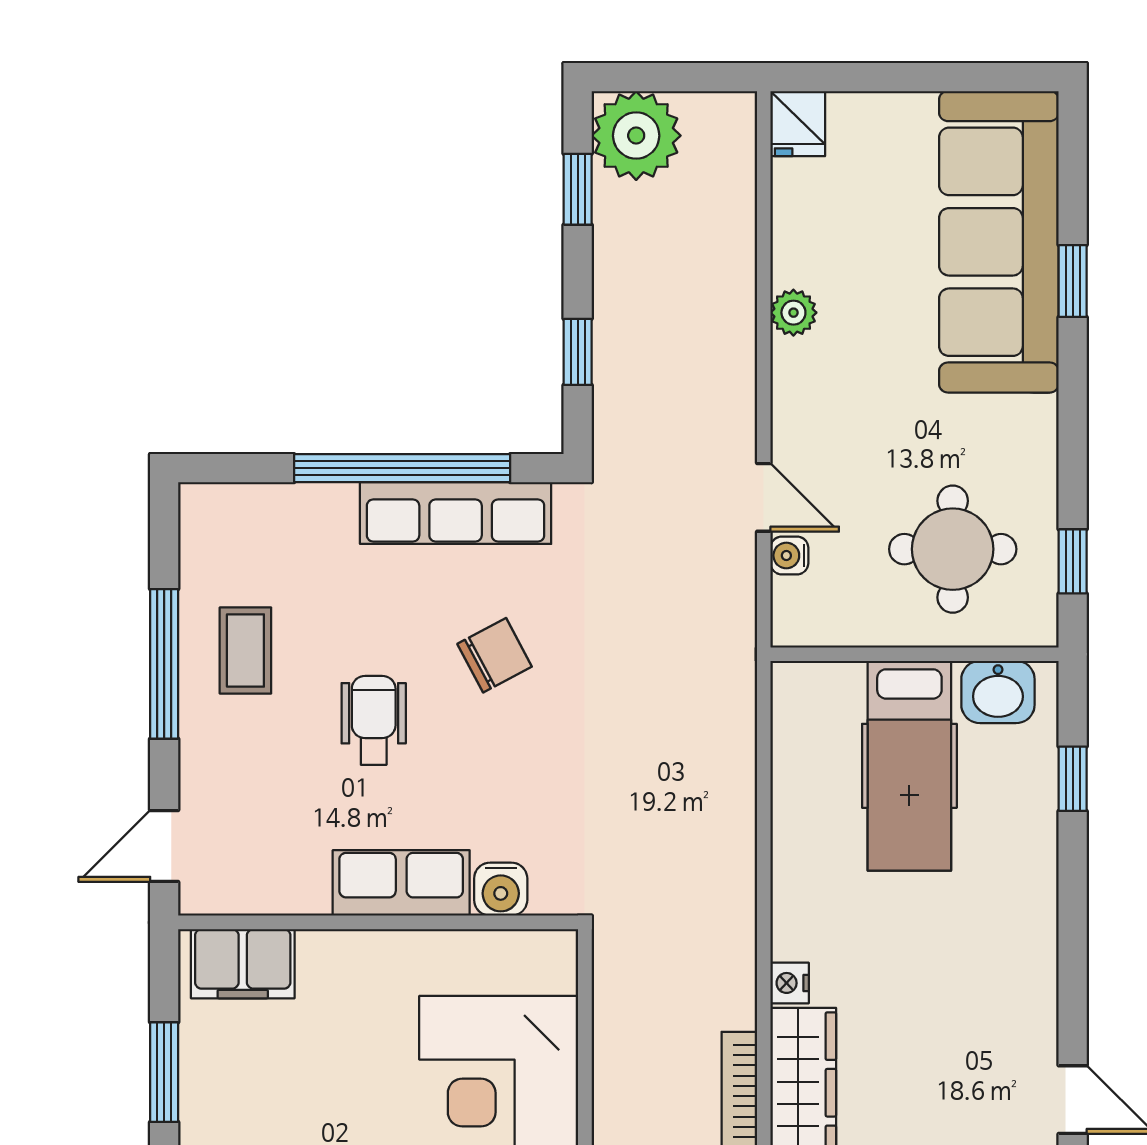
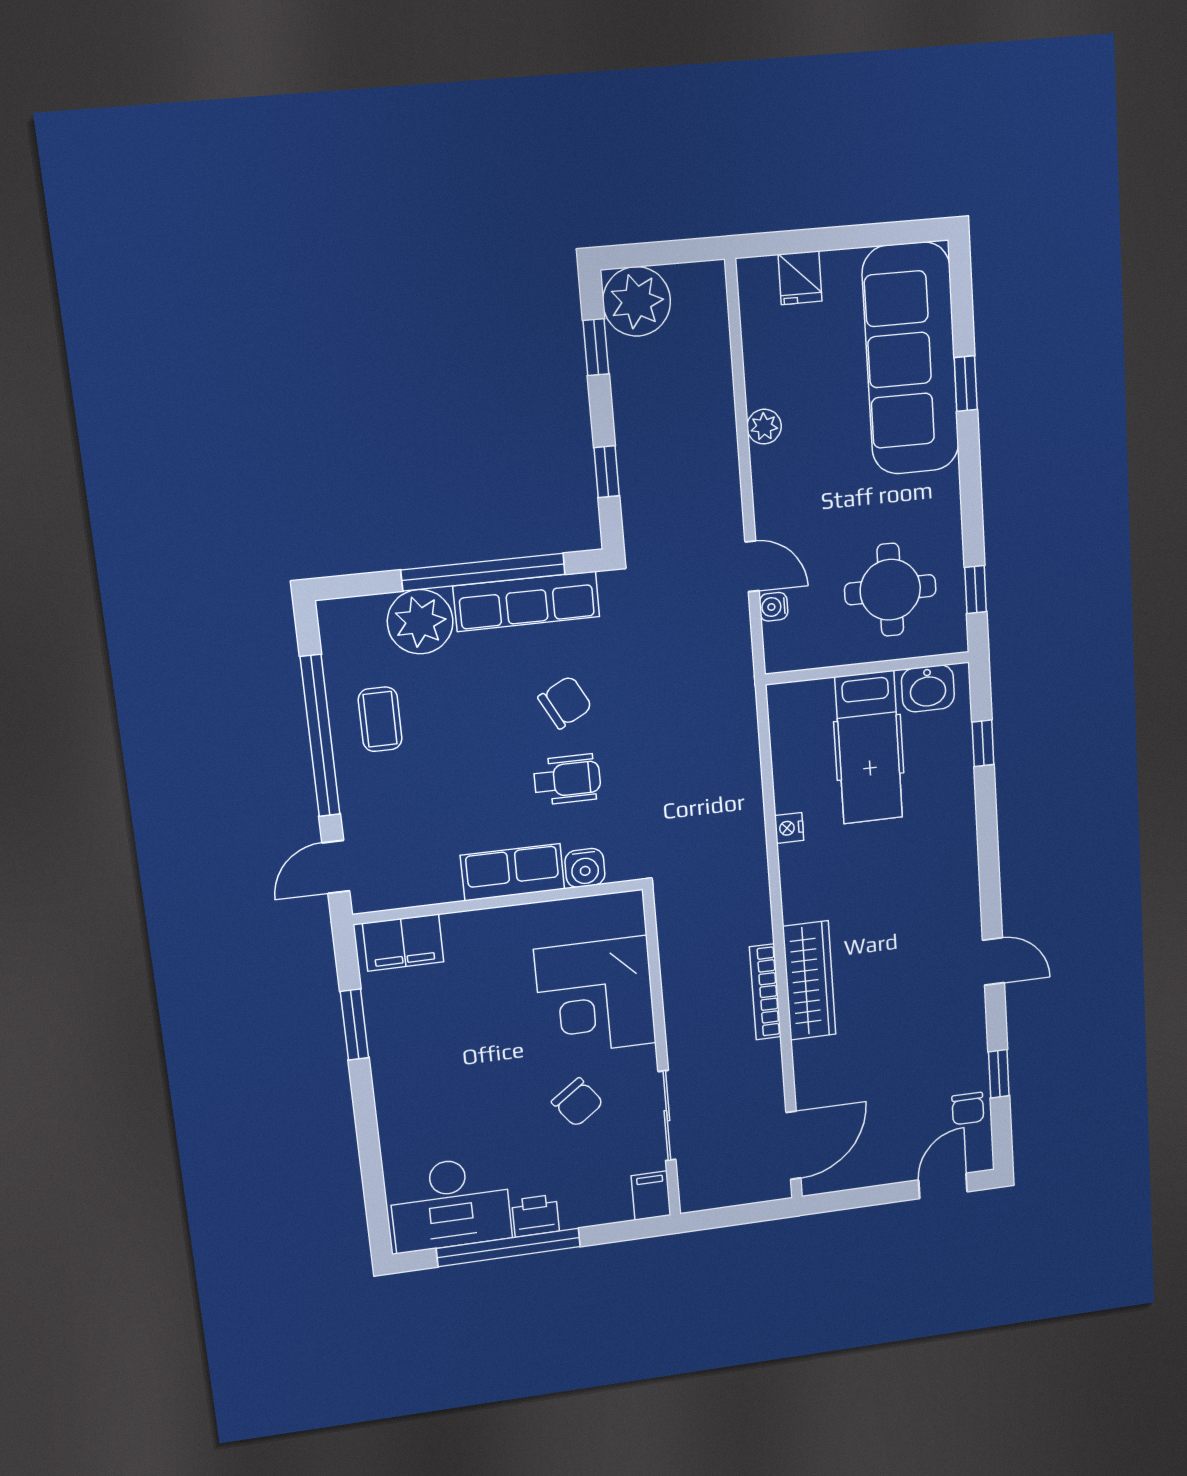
fridge: (798, 124) -> (800, 278), moved
plant: (312, 525) -> (420, 622), added
window: (164, 664) -> (320, 736), width x1.46
wheelchair: (374, 720) -> (567, 779), moved, turned 90
nightstand: (790, 983) -> (789, 828), moved

